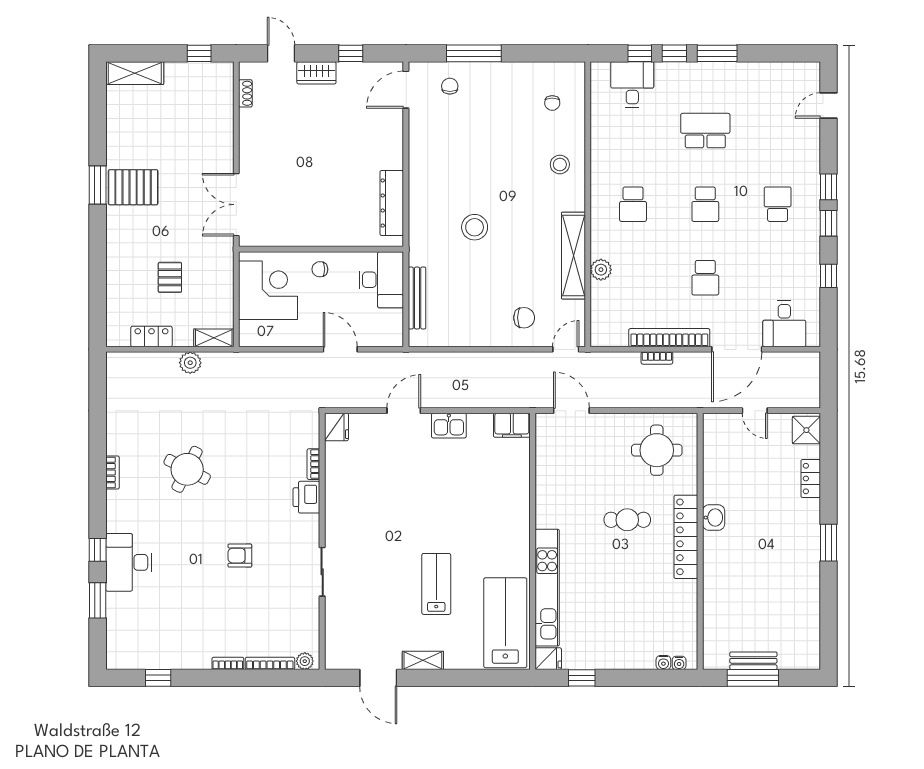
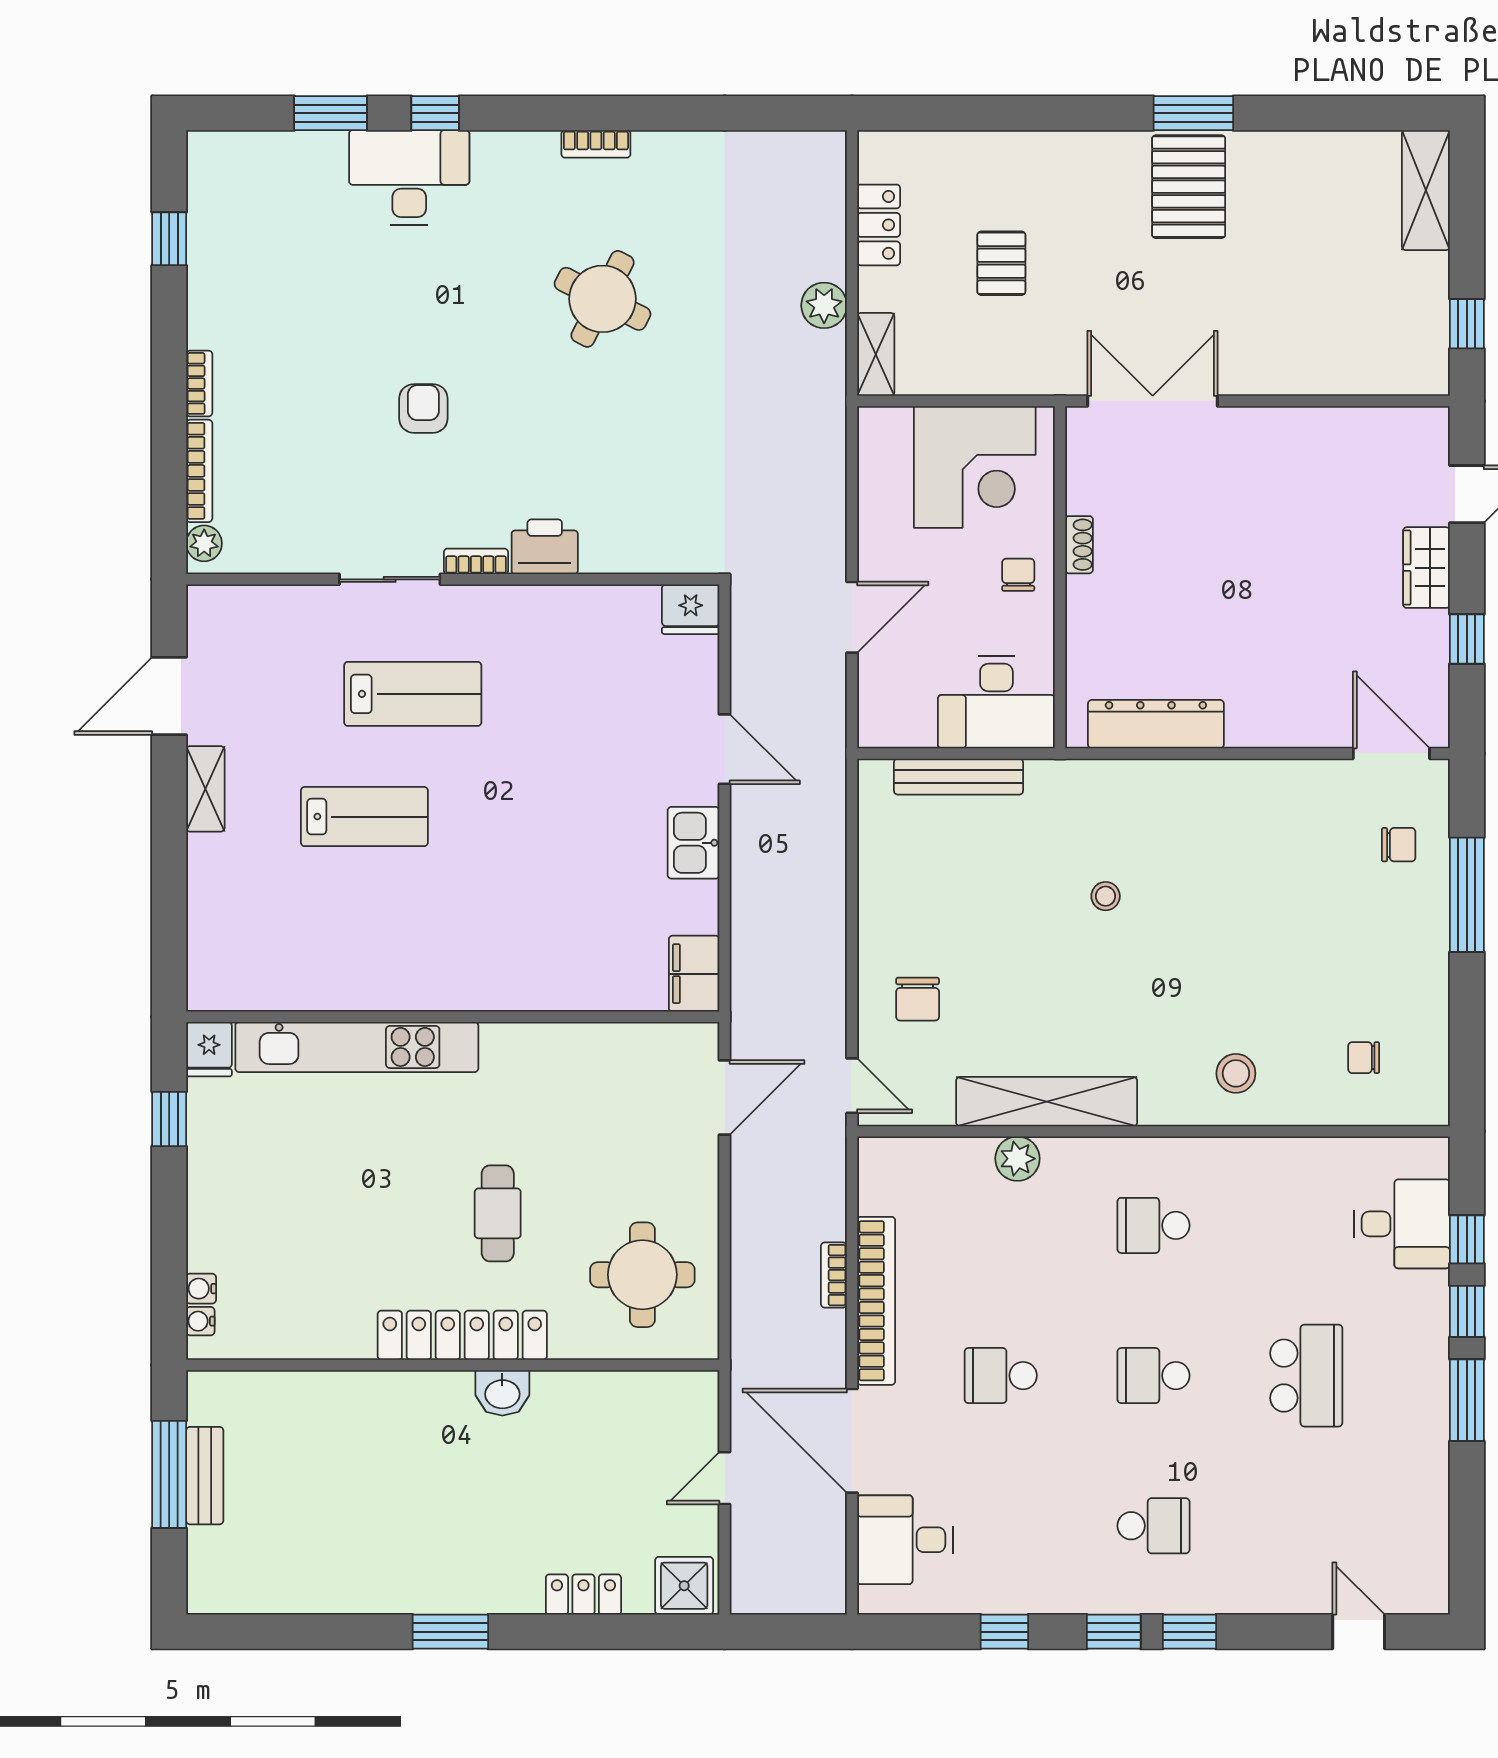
shoe rack: (245, 93) -> (1079, 545), moved, turned -90
stool: (475, 227) -> (1106, 896), width x0.53, depth x0.53
pallet: (170, 277) -> (1001, 263), turned 90
bookcase: (313, 464) -> (476, 561), moved
lab bench: (505, 623) -> (413, 694), moved, width x0.73, depth x0.72

